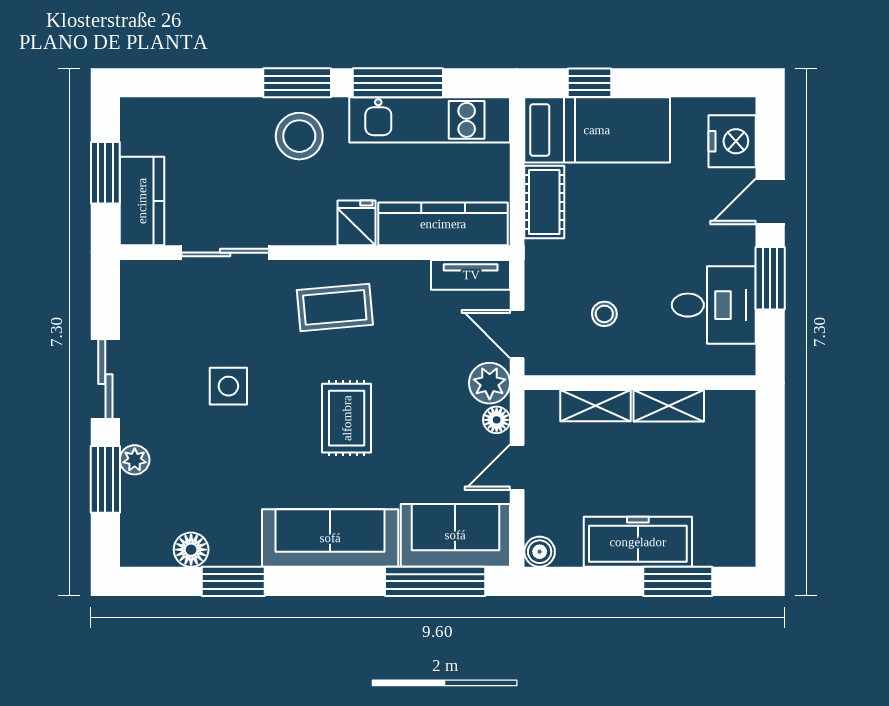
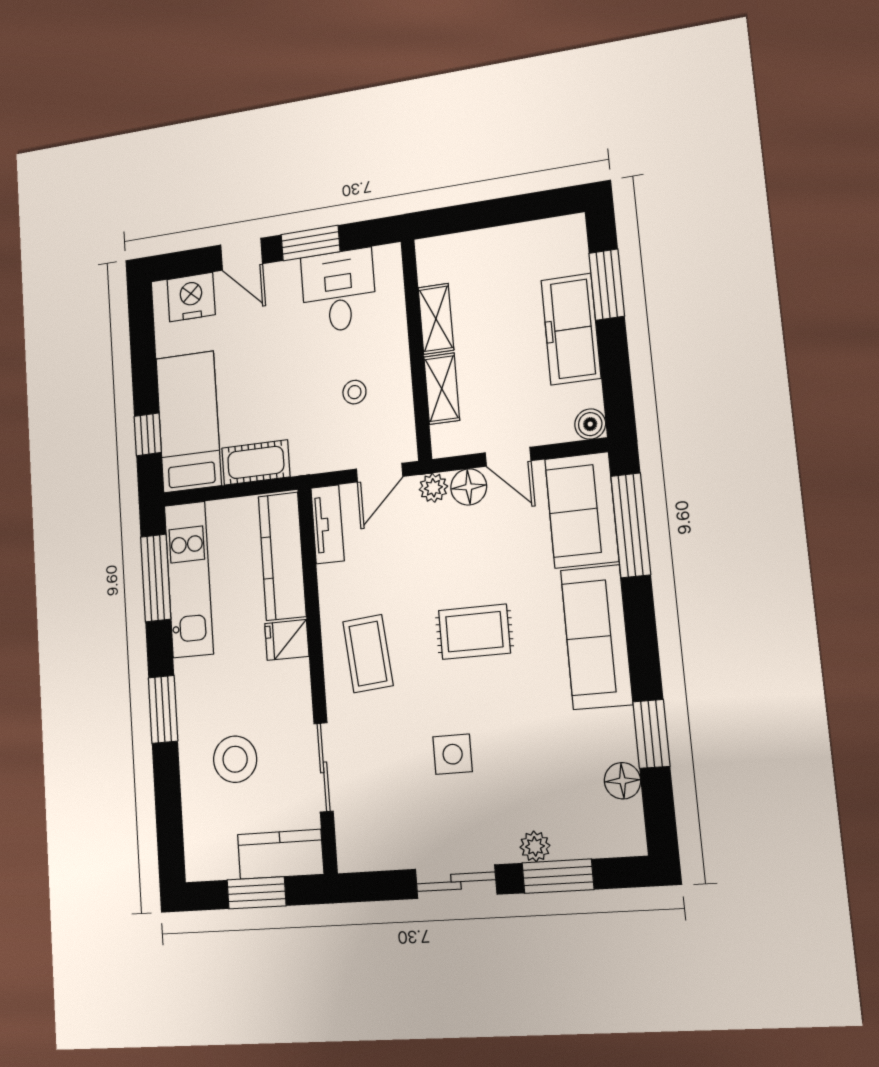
window: (398, 83) -> (156, 578), moved
stool: (299, 136) -> (235, 759), moved
plant: (490, 383) -> (433, 488), width x0.73, depth x0.73
floor lamp: (497, 420) -> (469, 487), width x1.37, depth x1.37

